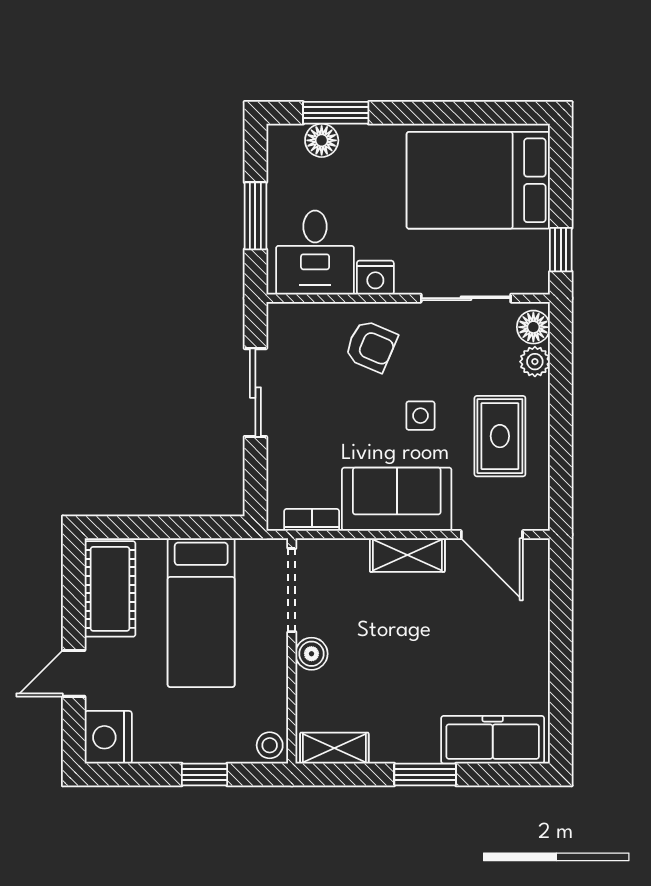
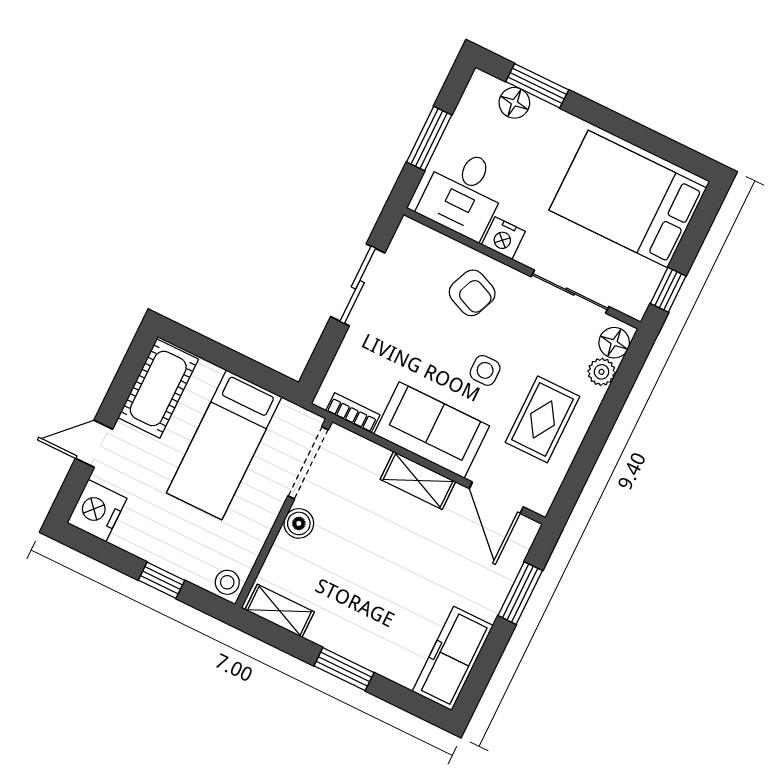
window: (561, 616) -> (520, 593), added
freezer: (493, 740) -> (453, 658), moved, turned -90

